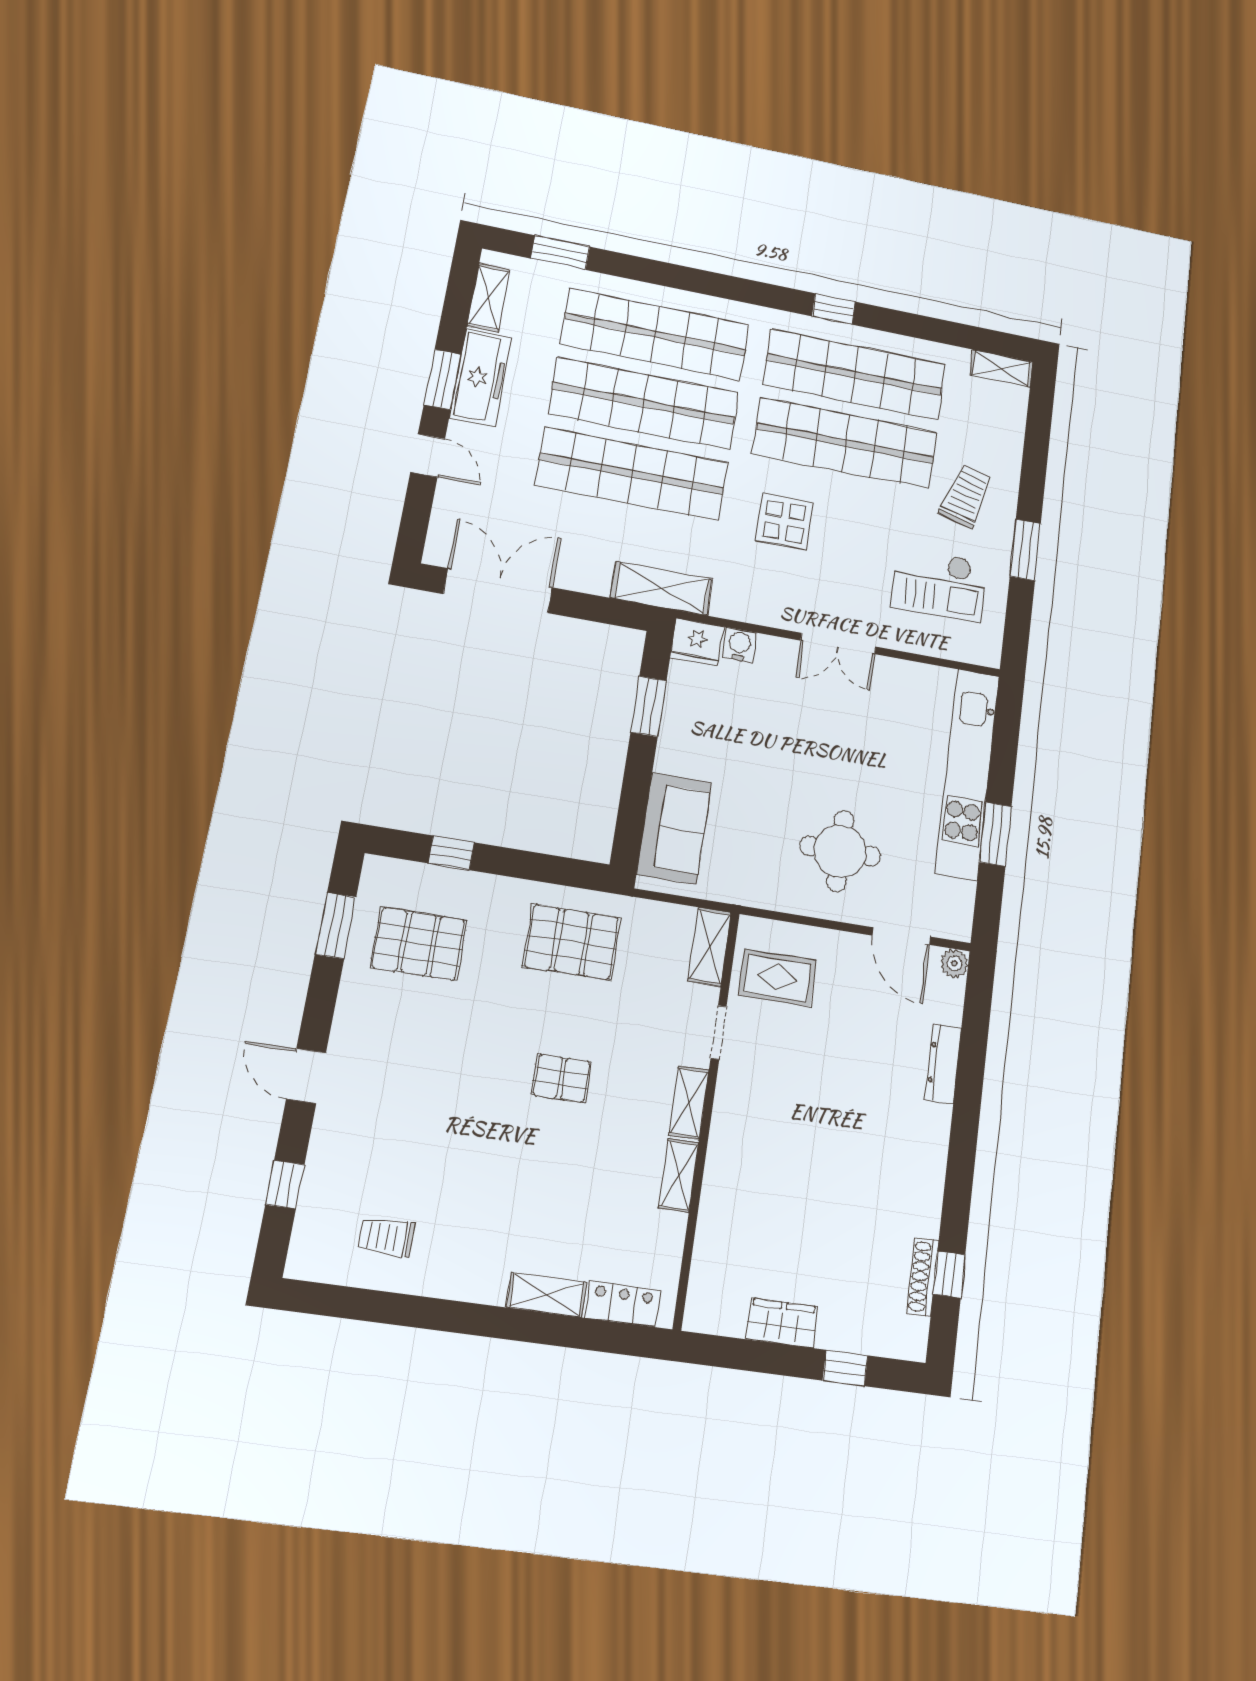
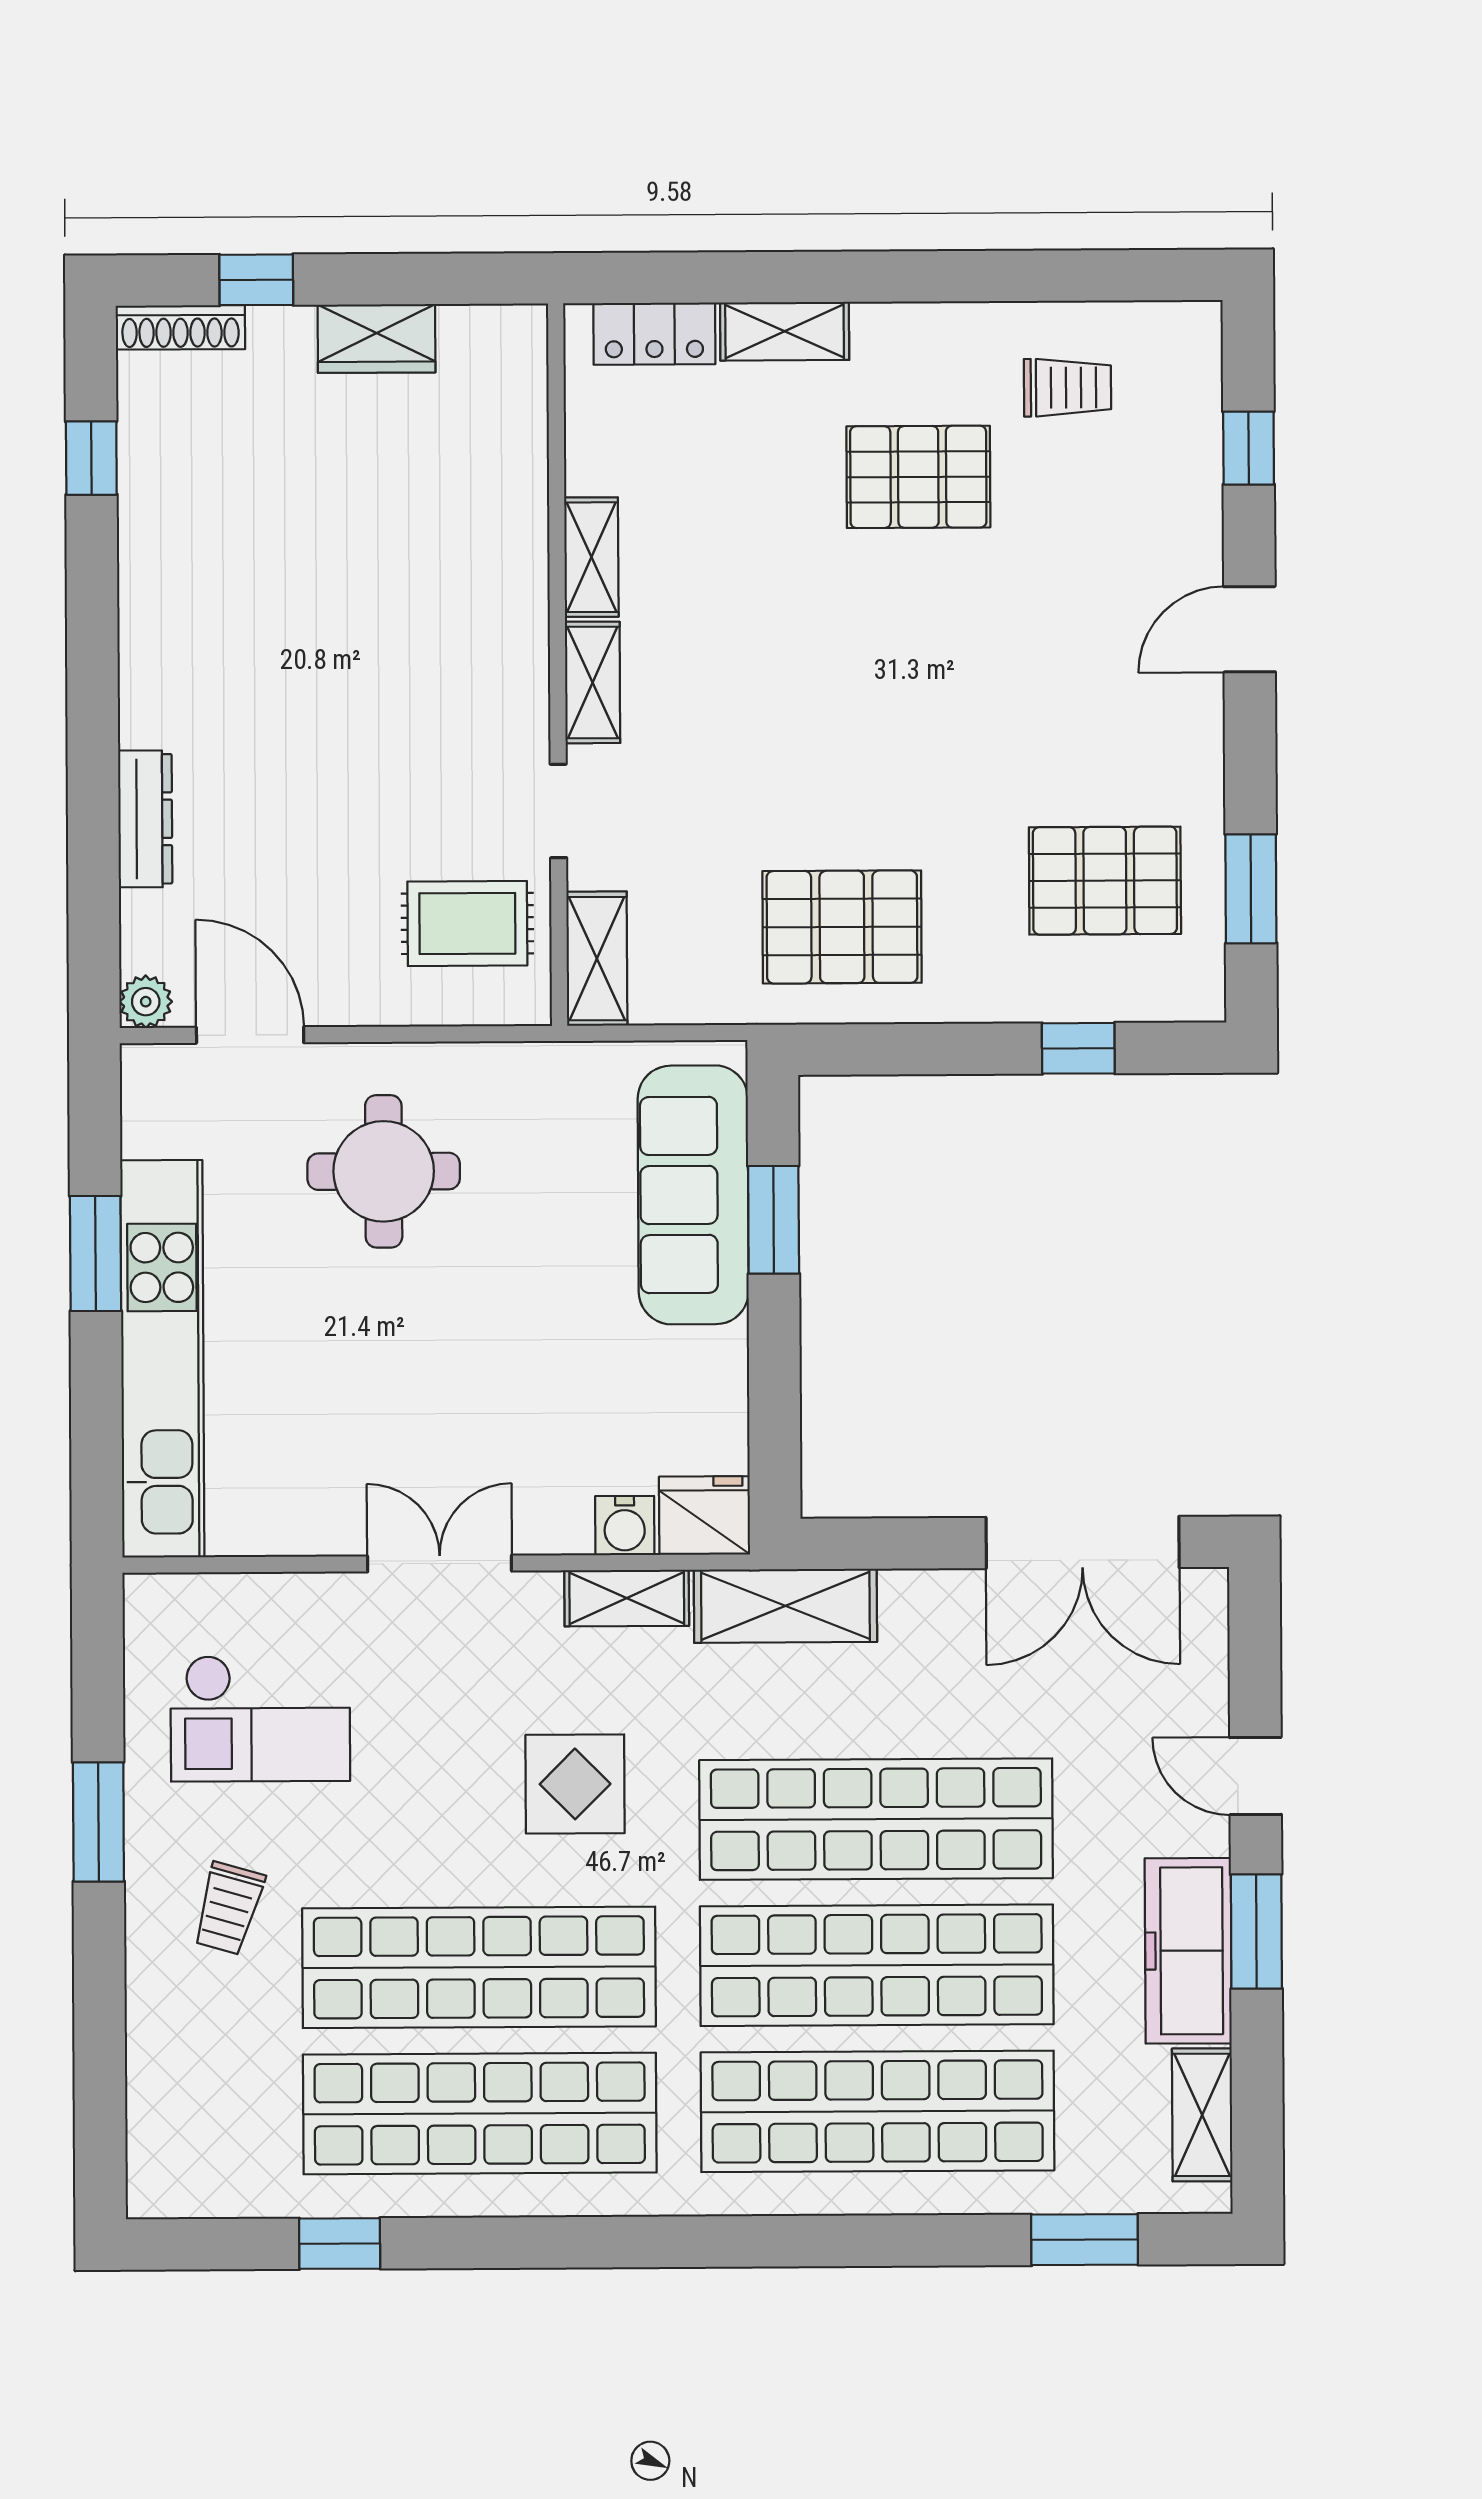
window: (834, 309) -> (340, 2244), moved
shelving: (1002, 368) -> (627, 1598), moved
trolley: (966, 496) -> (229, 1908), width x0.73, depth x0.72
checkout: (939, 584) -> (260, 1718), turned 180
window: (649, 706) -> (774, 1220), moved
sofa: (674, 828) -> (693, 1195), width x1.36
door: (306, 1076) -> (1250, 629), swing flipped
pallet: (562, 1078) -> (918, 477), moved, width x1.50, depth x1.42
shoe rack: (923, 1277) -> (180, 327), moved, turned 90

